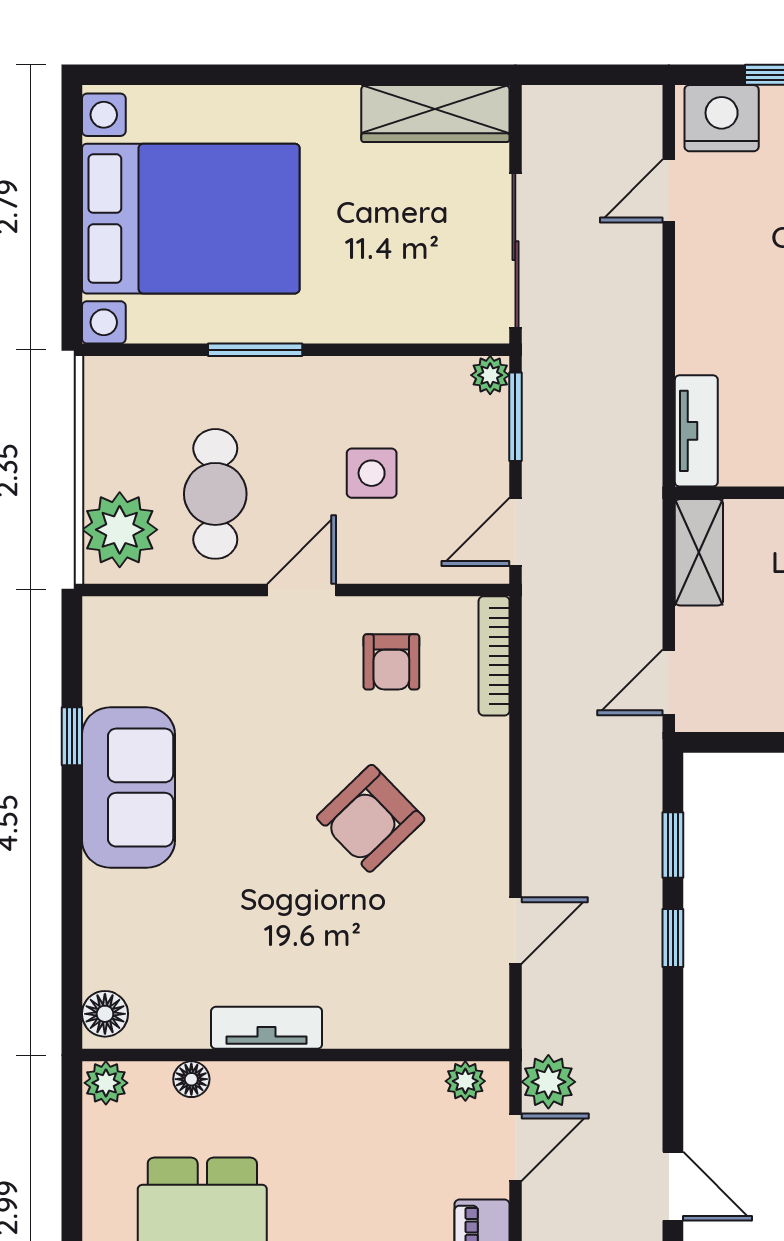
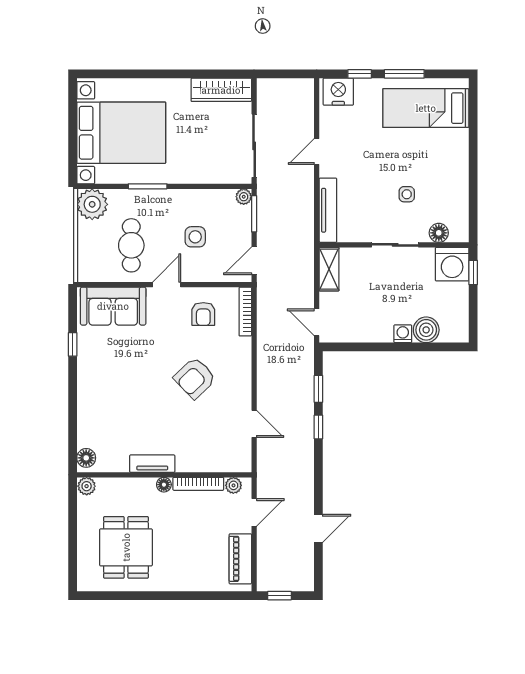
door: (669, 191) -> (317, 152), moved
tv unit: (696, 431) -> (328, 210), width x1.41
plant: (120, 530) -> (92, 204), moved
door: (669, 682) -> (317, 322), hinge flipped
sofa: (128, 788) -> (113, 306), moved, turned 90
door: (515, 931) -> (254, 424), hinge flipped
bookcase: (379, 1077) -> (198, 484), added
floor lamp: (191, 1079) -> (164, 485), moved
plant: (548, 1082) -> (268, 486), removed
door: (673, 1186) -> (318, 528), hinge flipped

